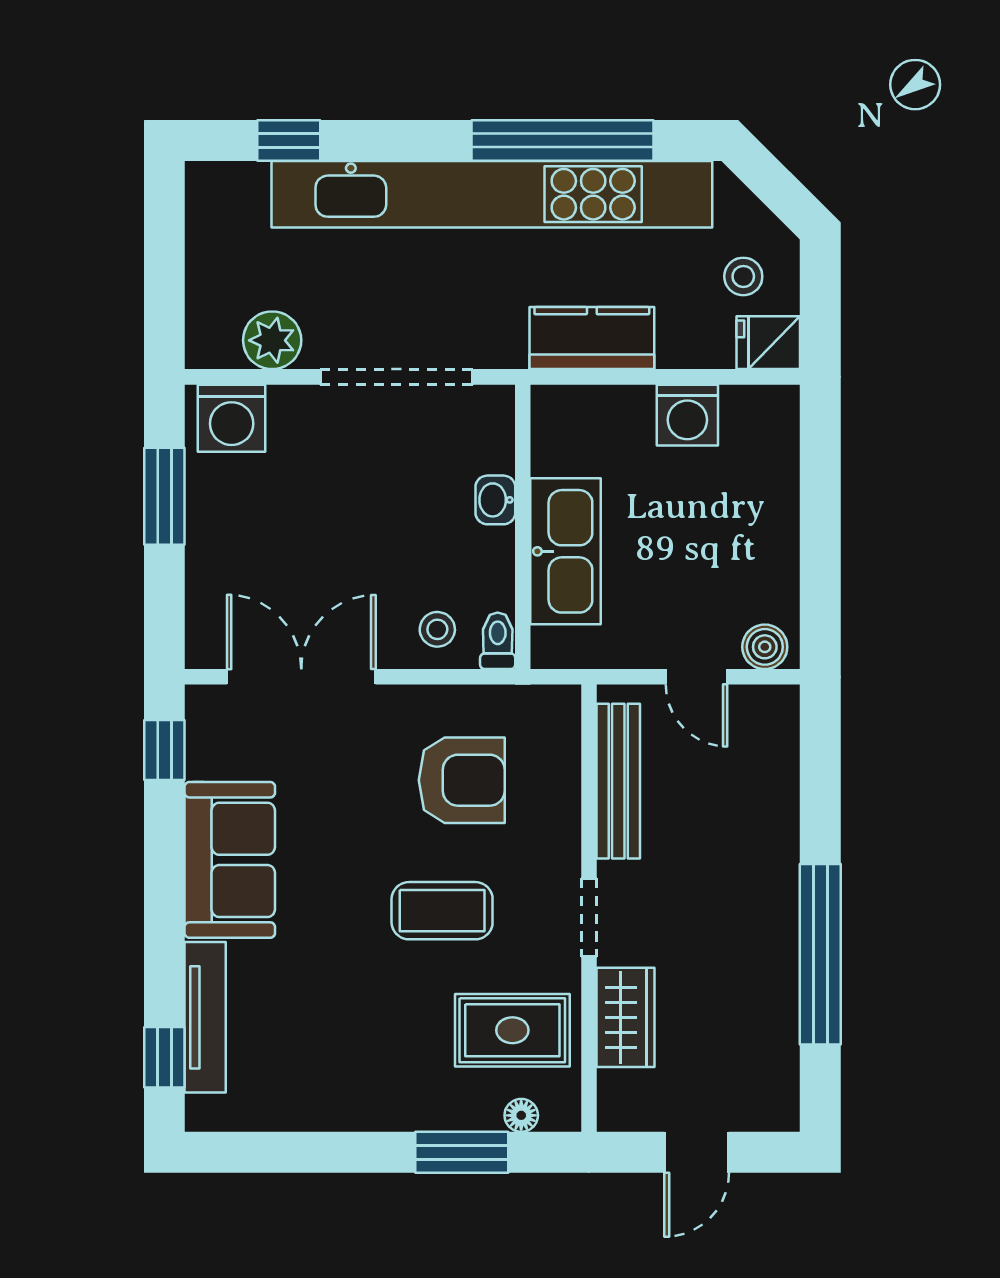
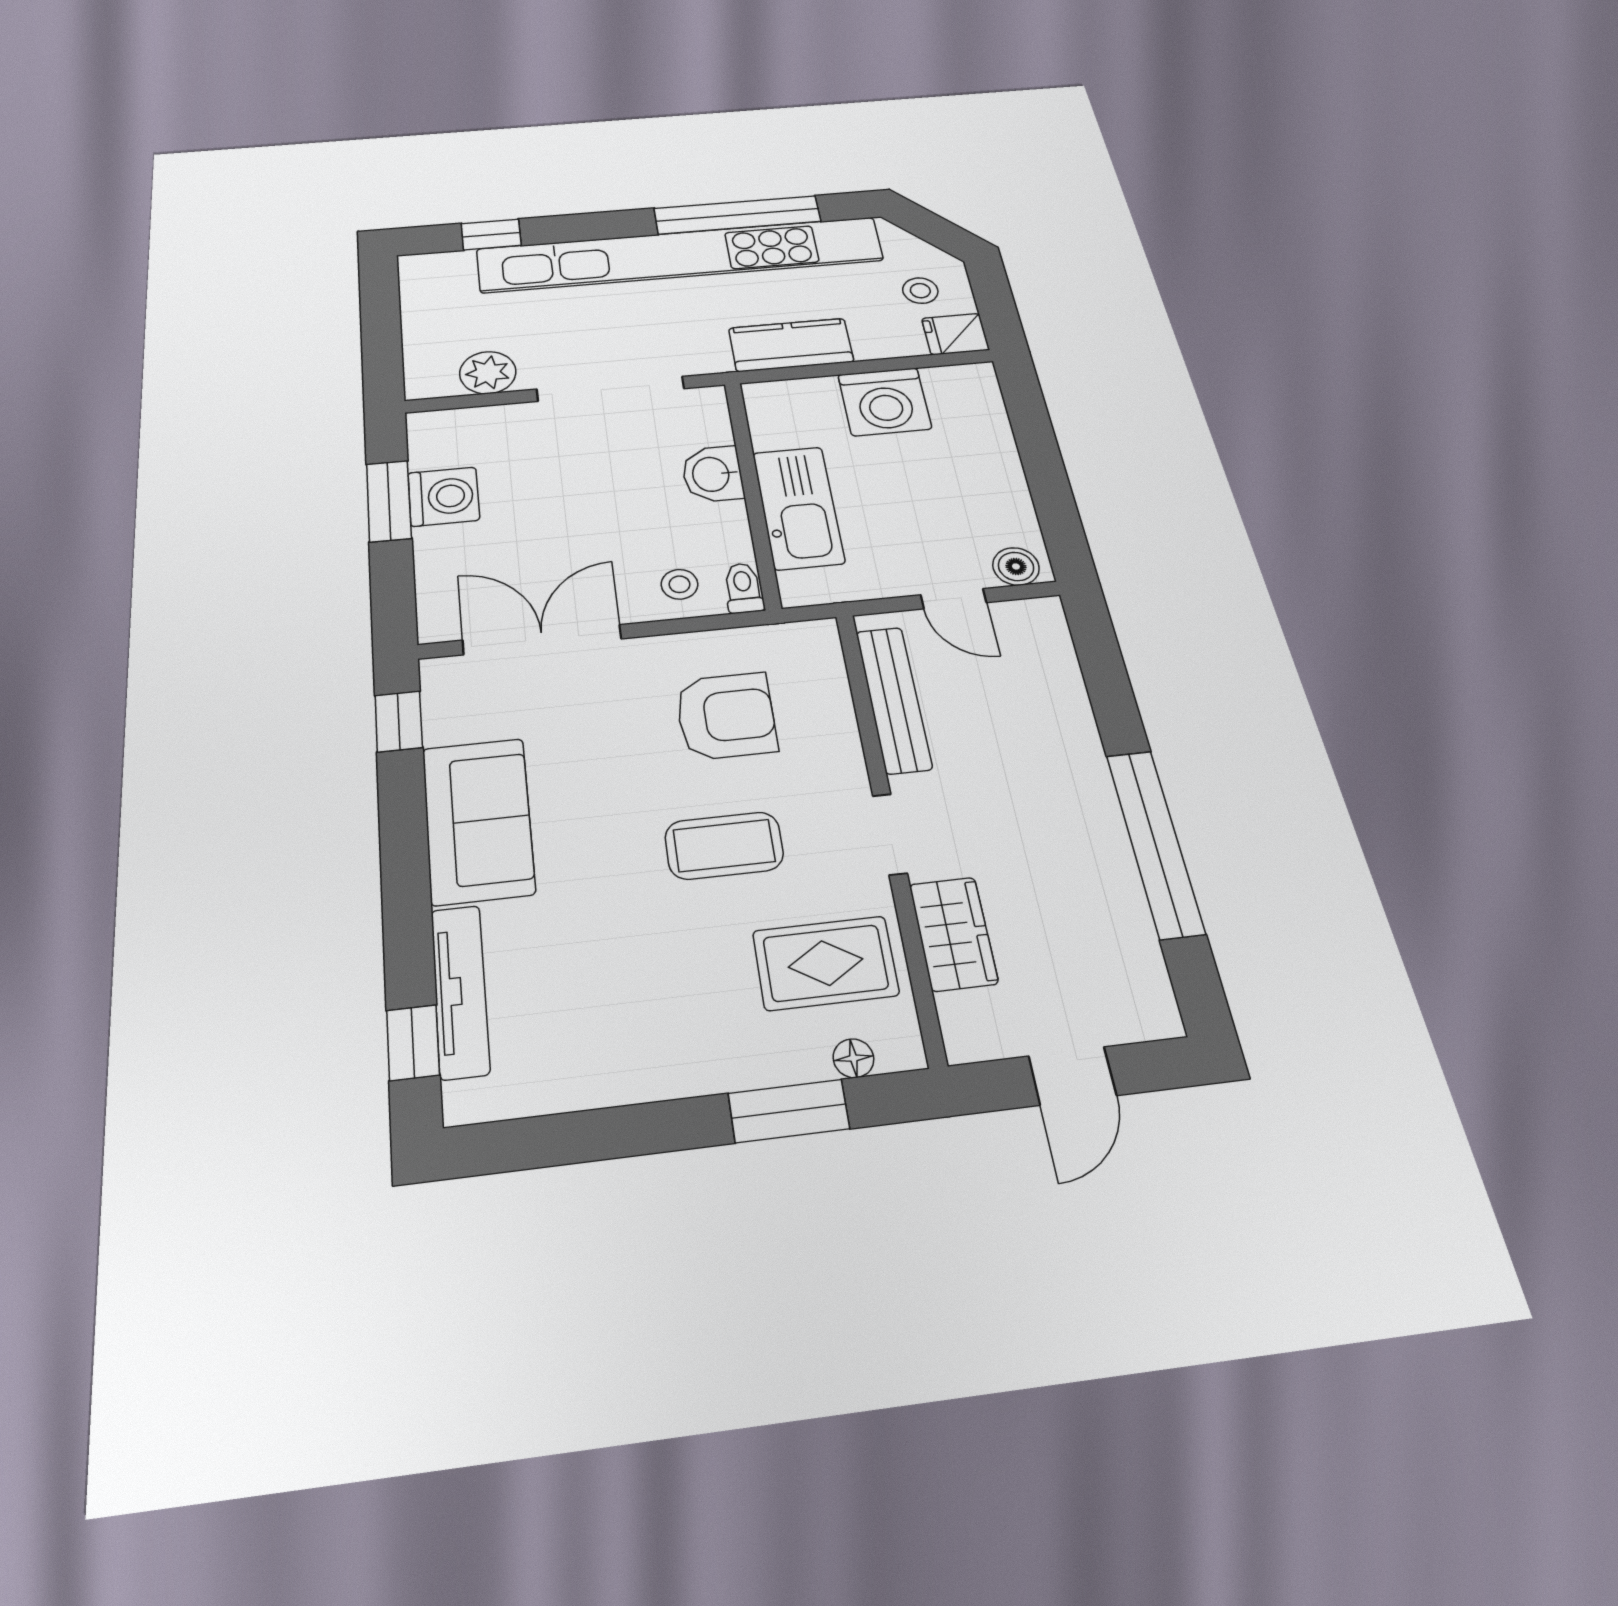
washing machine: (687, 415) -> (885, 402), width x1.37, depth x1.37
washing machine: (232, 418) -> (444, 497), moved, turned -90
washbasin: (495, 500) -> (712, 474), width x1.38, depth x1.45

